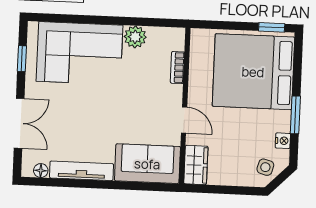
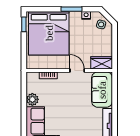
door: (184, 120) -> (77, 70), hinge flipped

